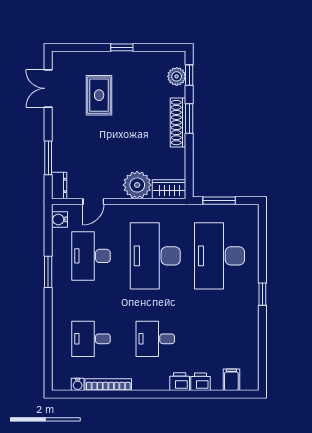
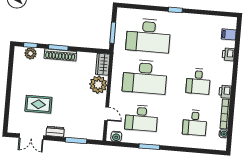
window: (122, 47) -> (9, 87), removed
dresser: (59, 185) -> (55, 132), moved
printer: (180, 382) -> (225, 92), moved

